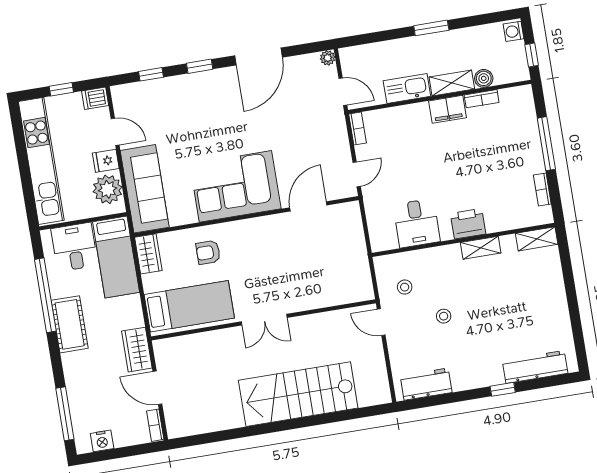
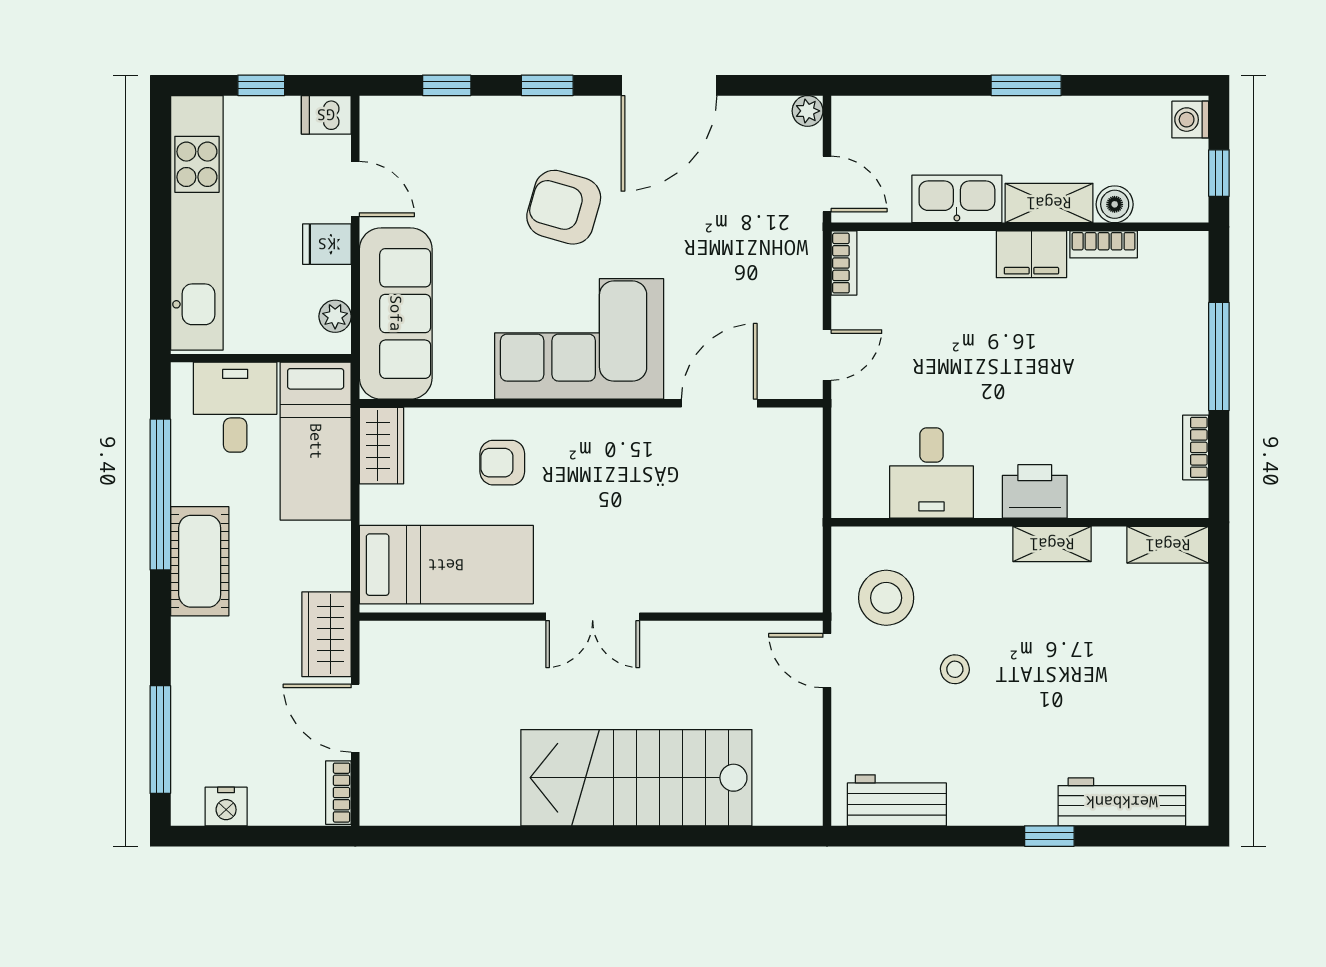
armchair: (217, 124) -> (564, 207), added
plant: (108, 189) -> (335, 316), width x0.53, depth x0.53
stool: (405, 287) -> (886, 598), width x1.89, depth x1.89

